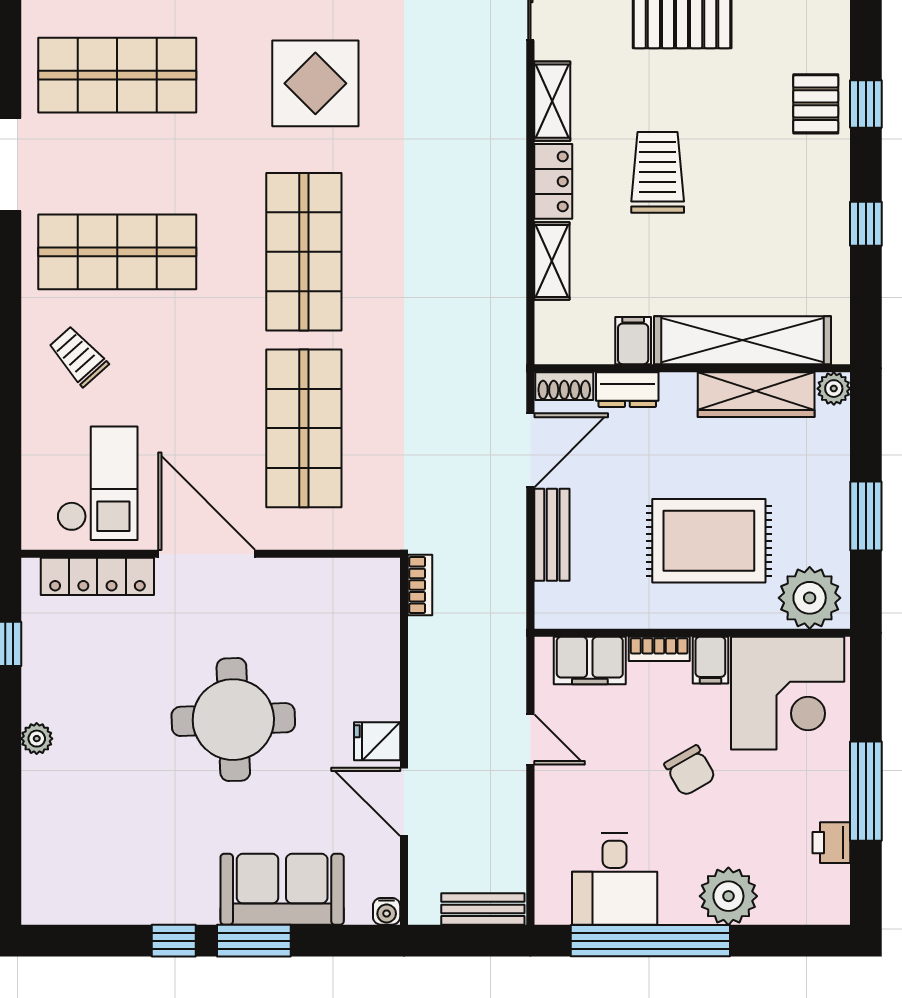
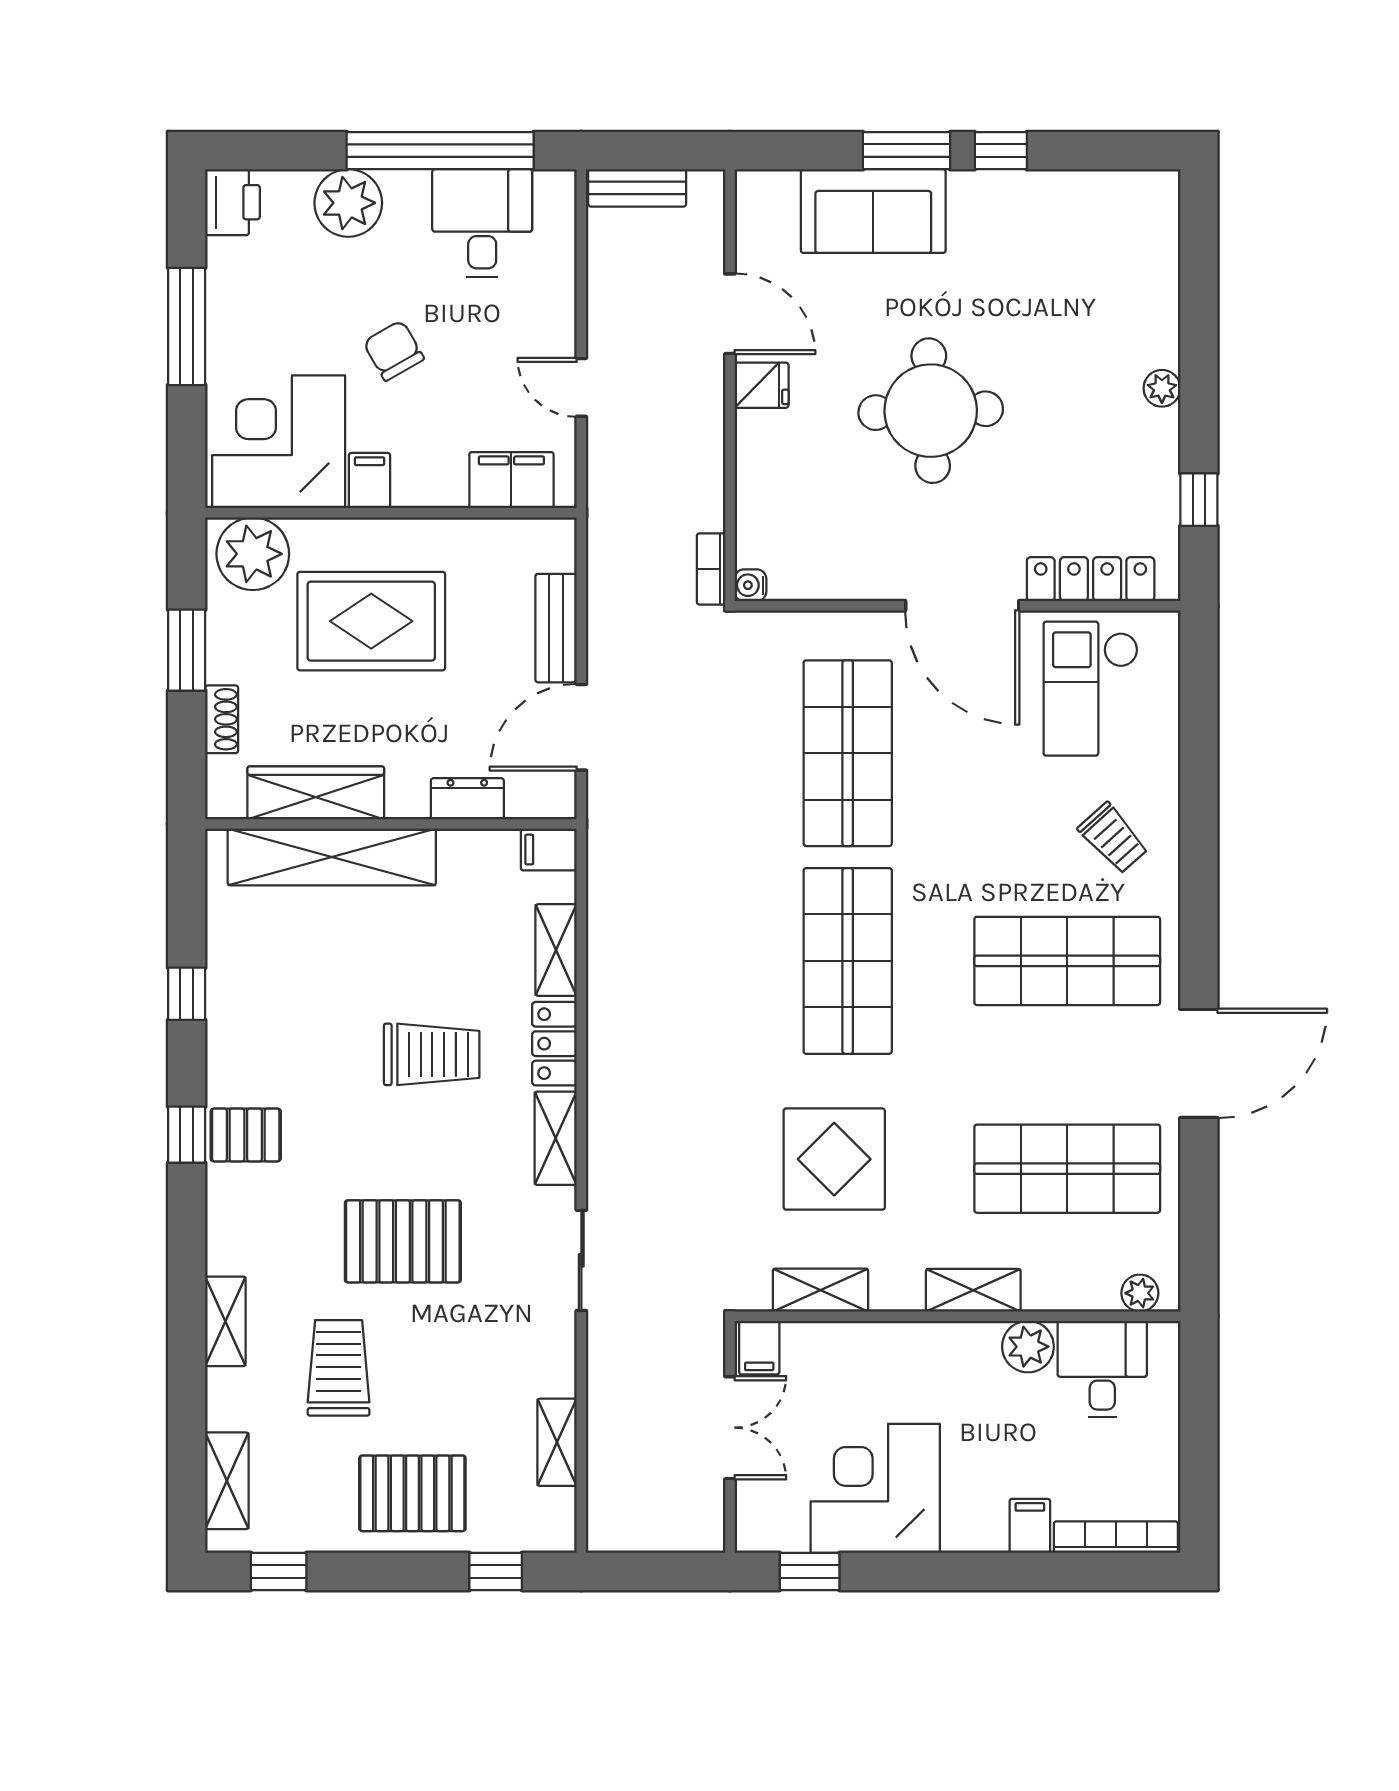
pallet: (816, 104) -> (246, 1135), turned 90
trolley: (658, 172) -> (432, 1054), turned -90
filing cabinet: (633, 341) -> (549, 850), moved, turned 90
shoe rack: (564, 386) -> (222, 719), moved, turned 90
plant: (834, 389) -> (224, 800), removed
bookcase: (659, 649) -> (430, 494), removed
printer: (831, 843) -> (232, 202), moved, width x1.36, depth x1.24
water cooler: (387, 911) -> (750, 585), moved, turned -90

